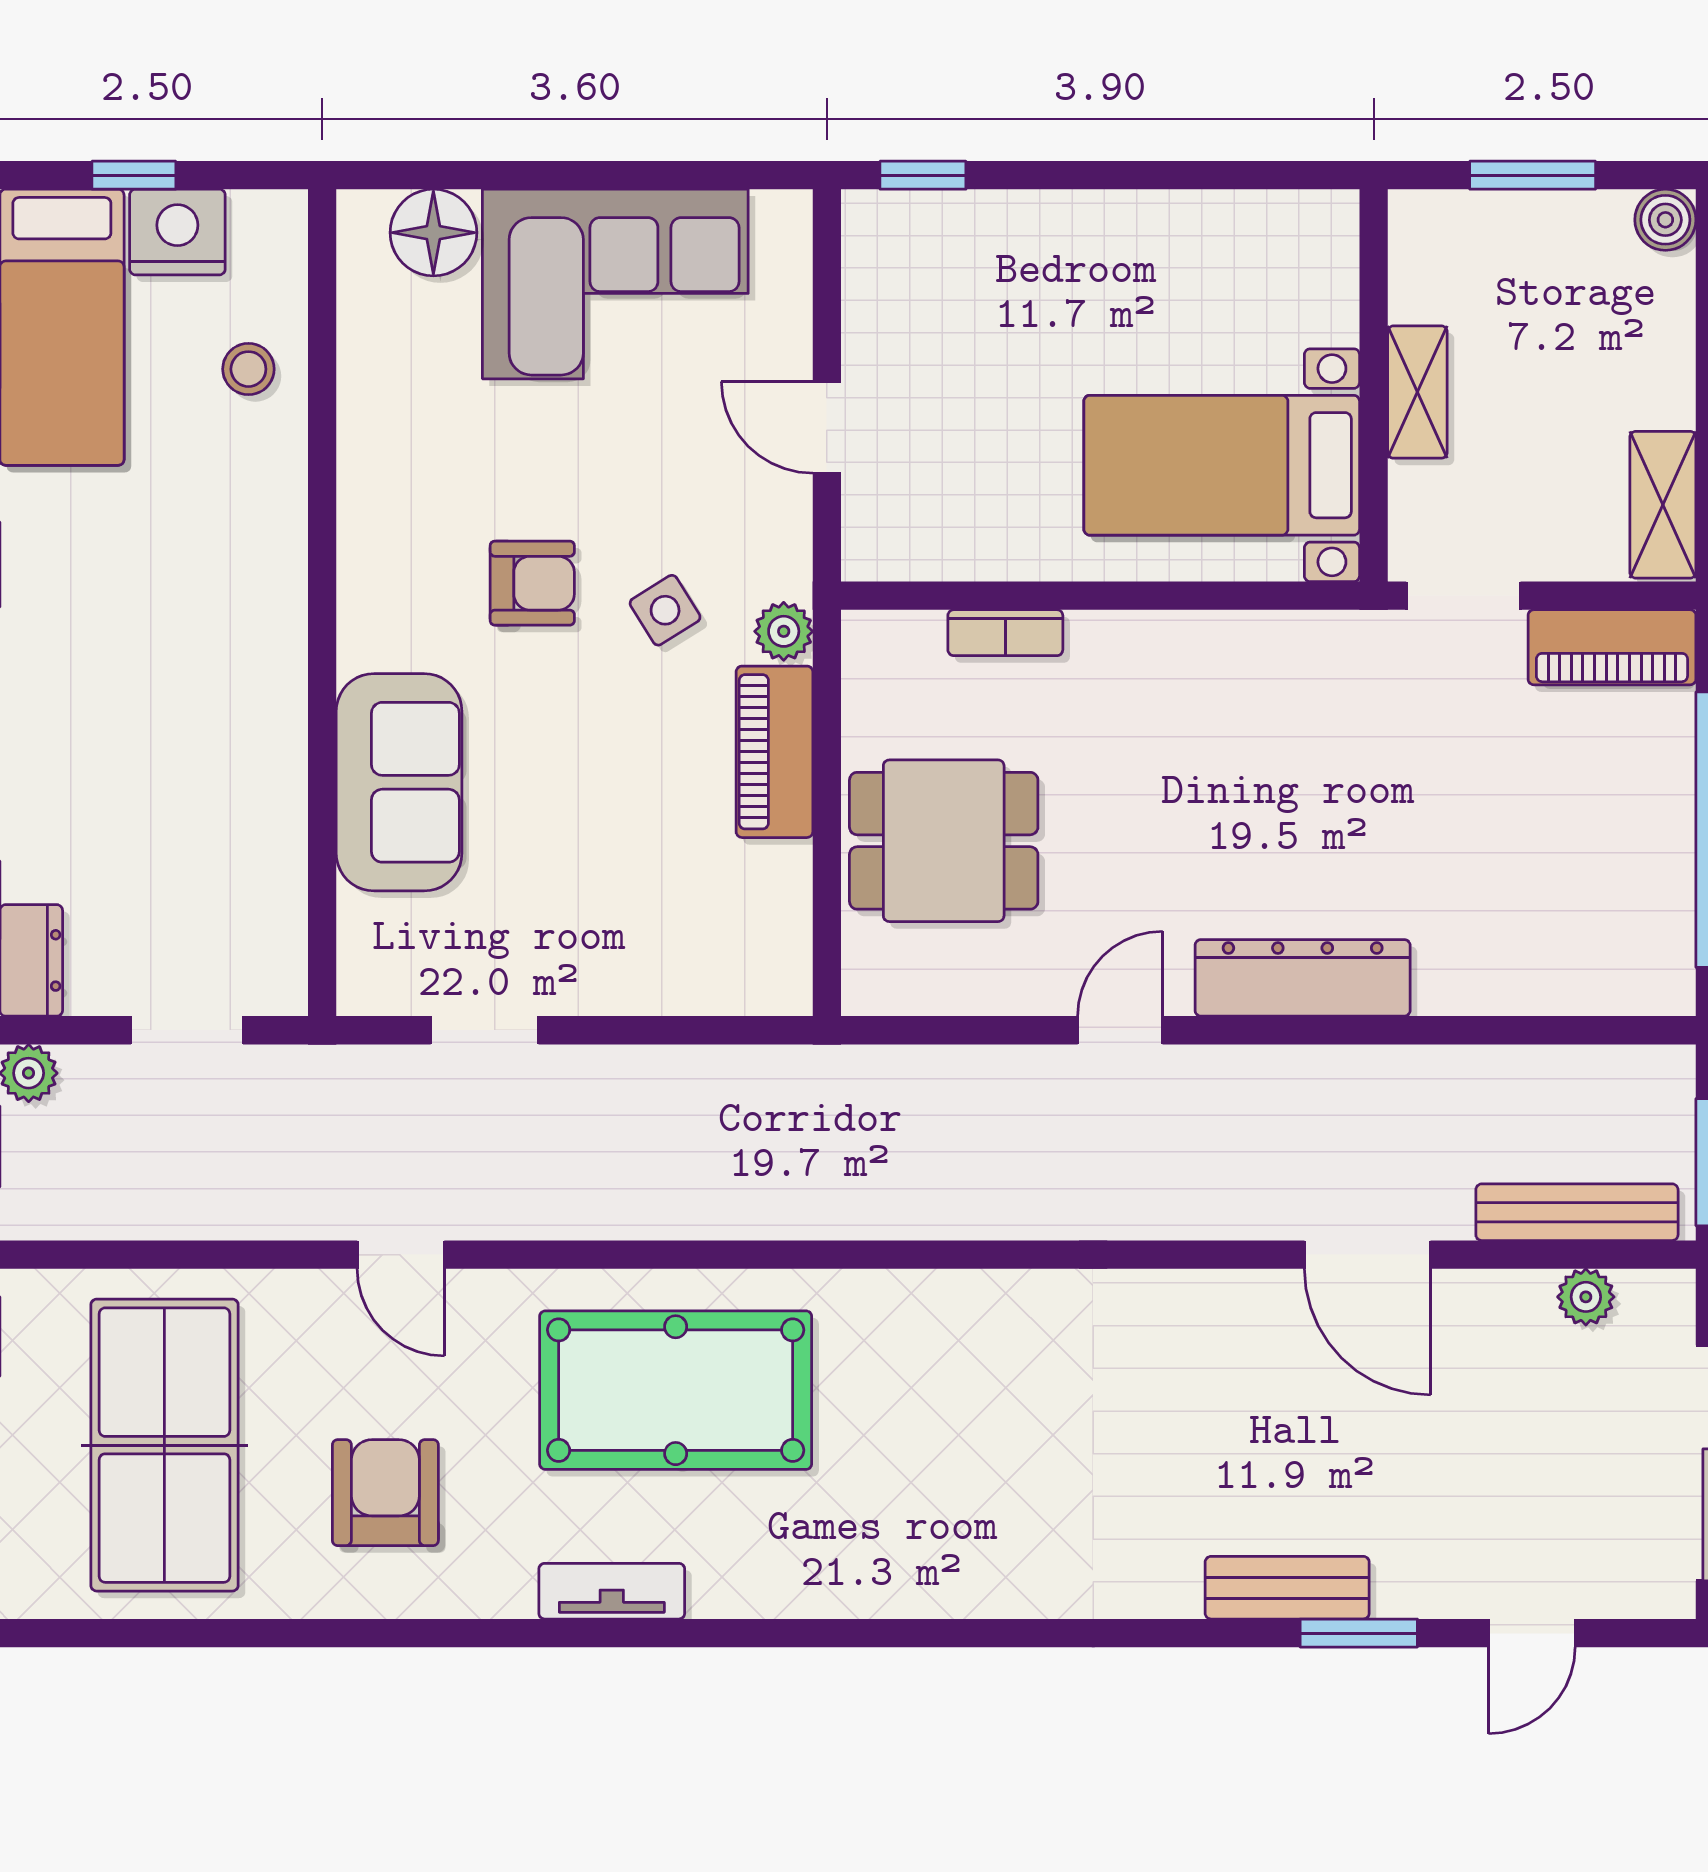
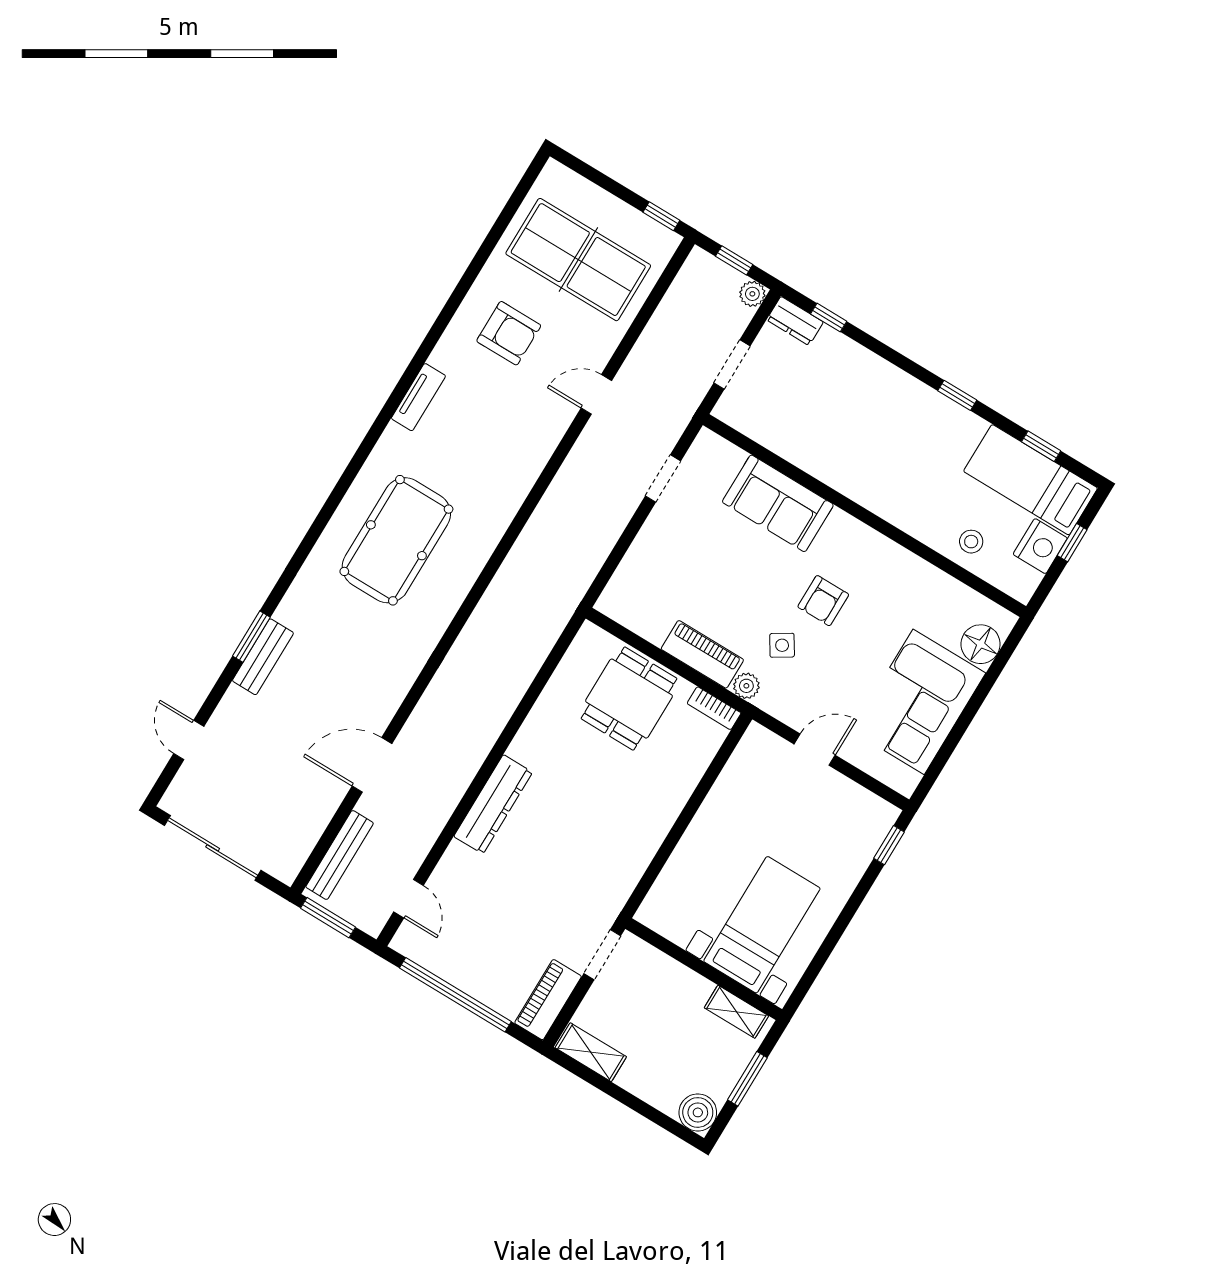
boiler: (1665, 220) -> (698, 1112), width x1.36, depth x1.36
shelving: (1417, 392) -> (736, 1012), moved
bed with nightstands: (1222, 465) -> (762, 925), moved
bookcase: (1005, 633) -> (714, 708), moved, turned -90
door: (1120, 1030) -> (409, 899), moved
plant: (1586, 1297) -> (305, 839), removed
pool table: (676, 1390) -> (396, 540), moved
window: (1359, 1633) -> (251, 637), moved

